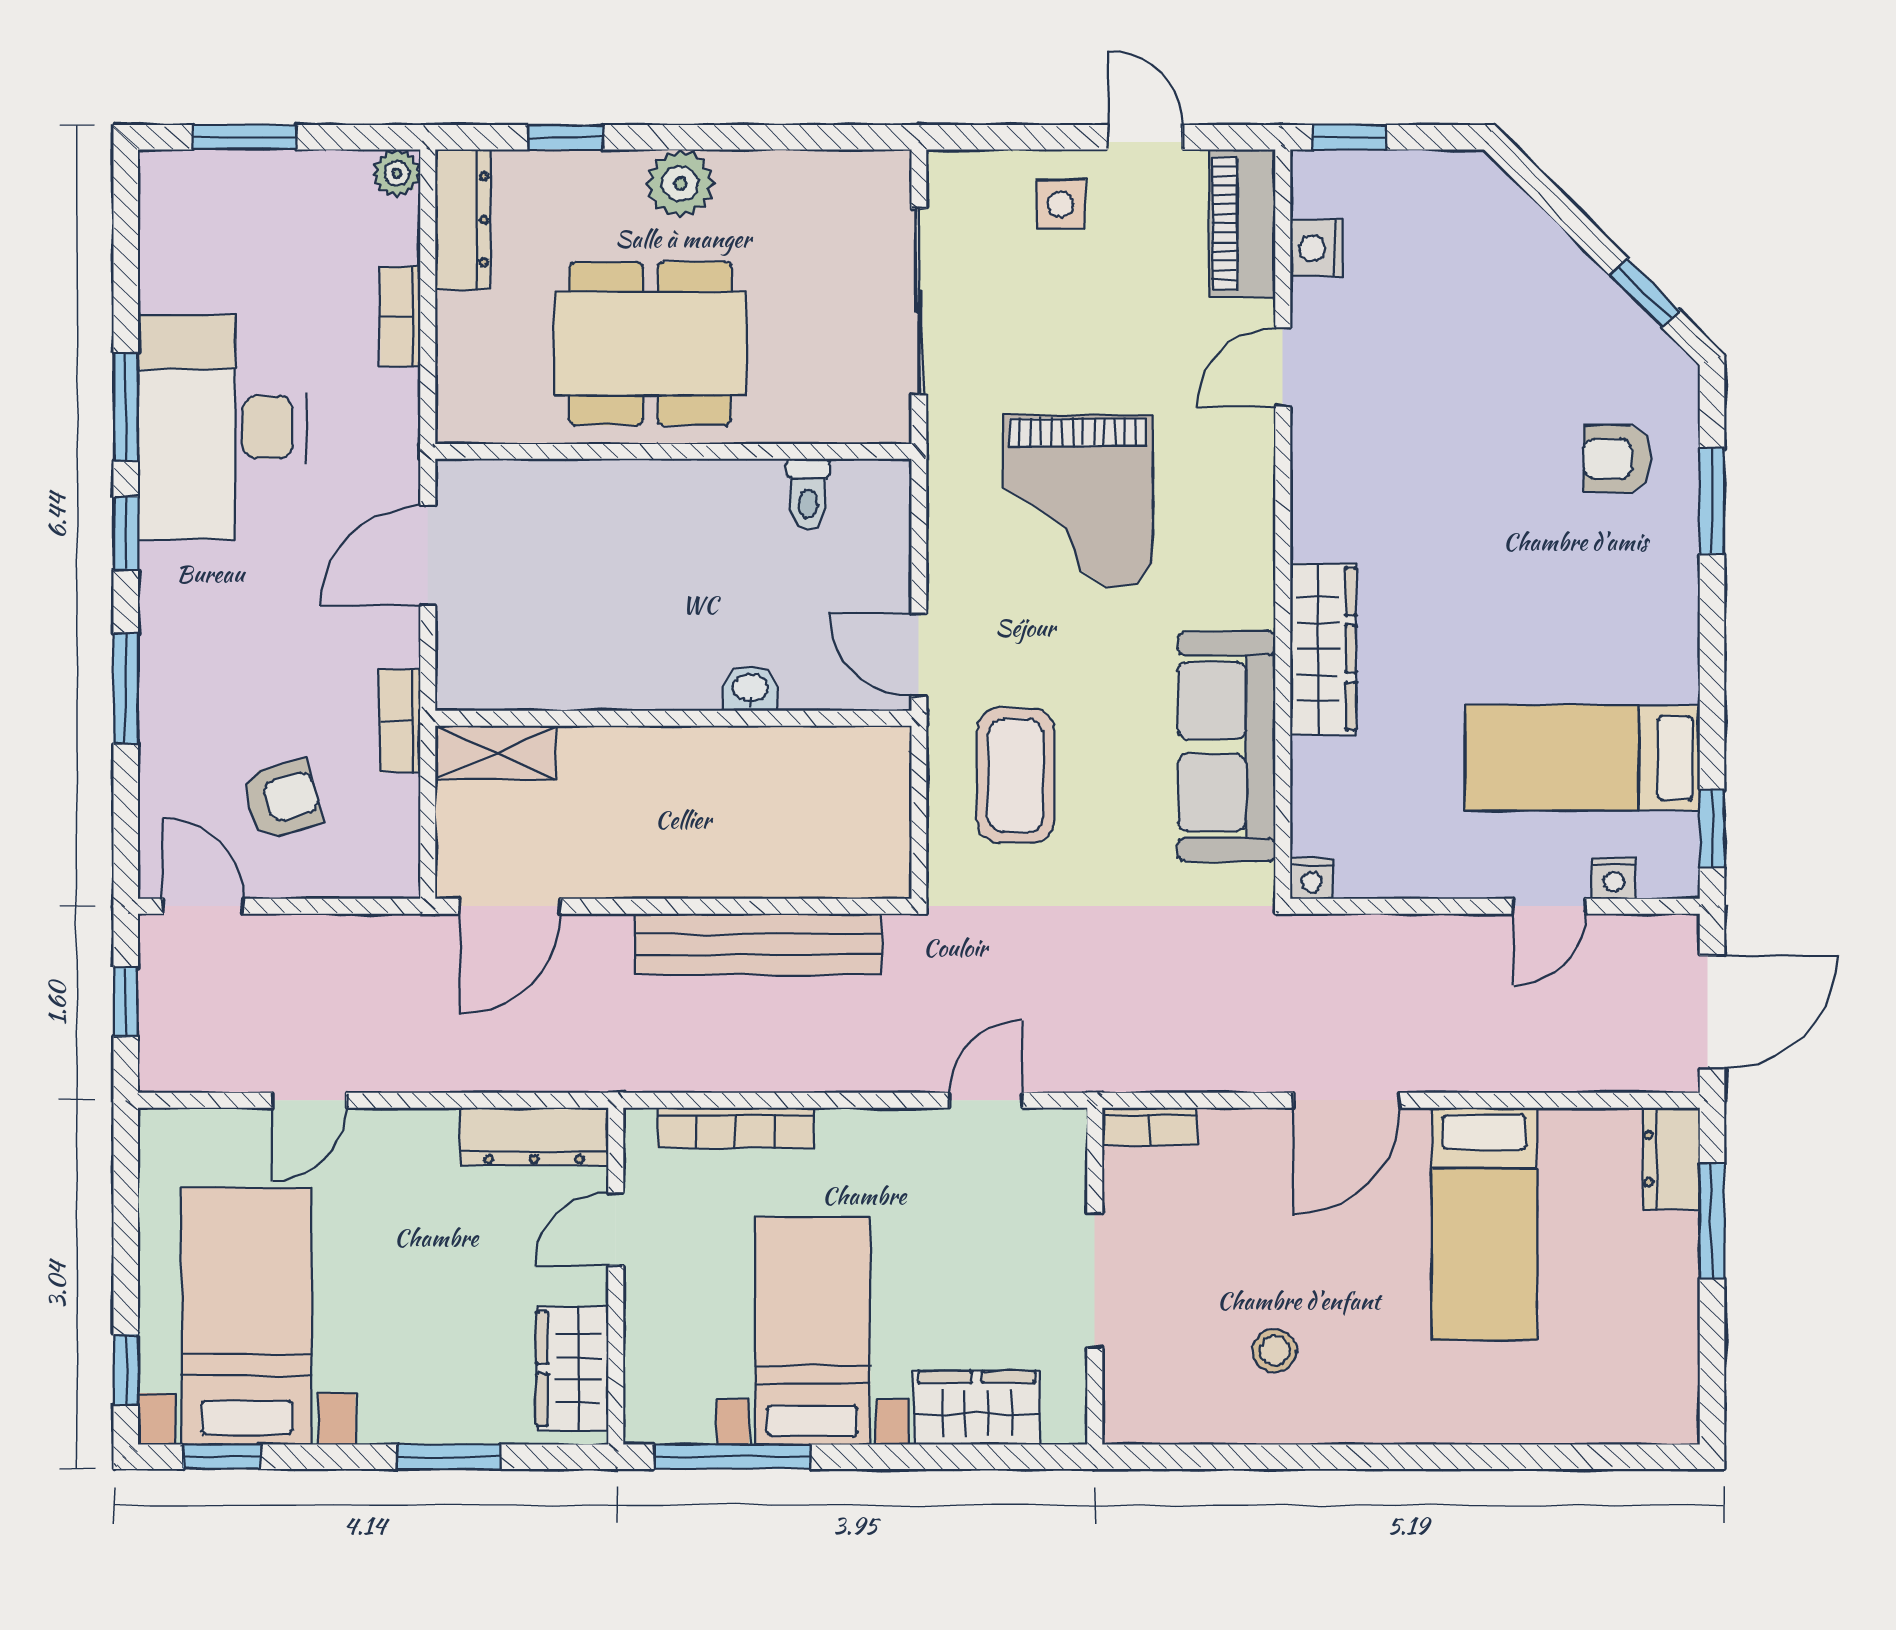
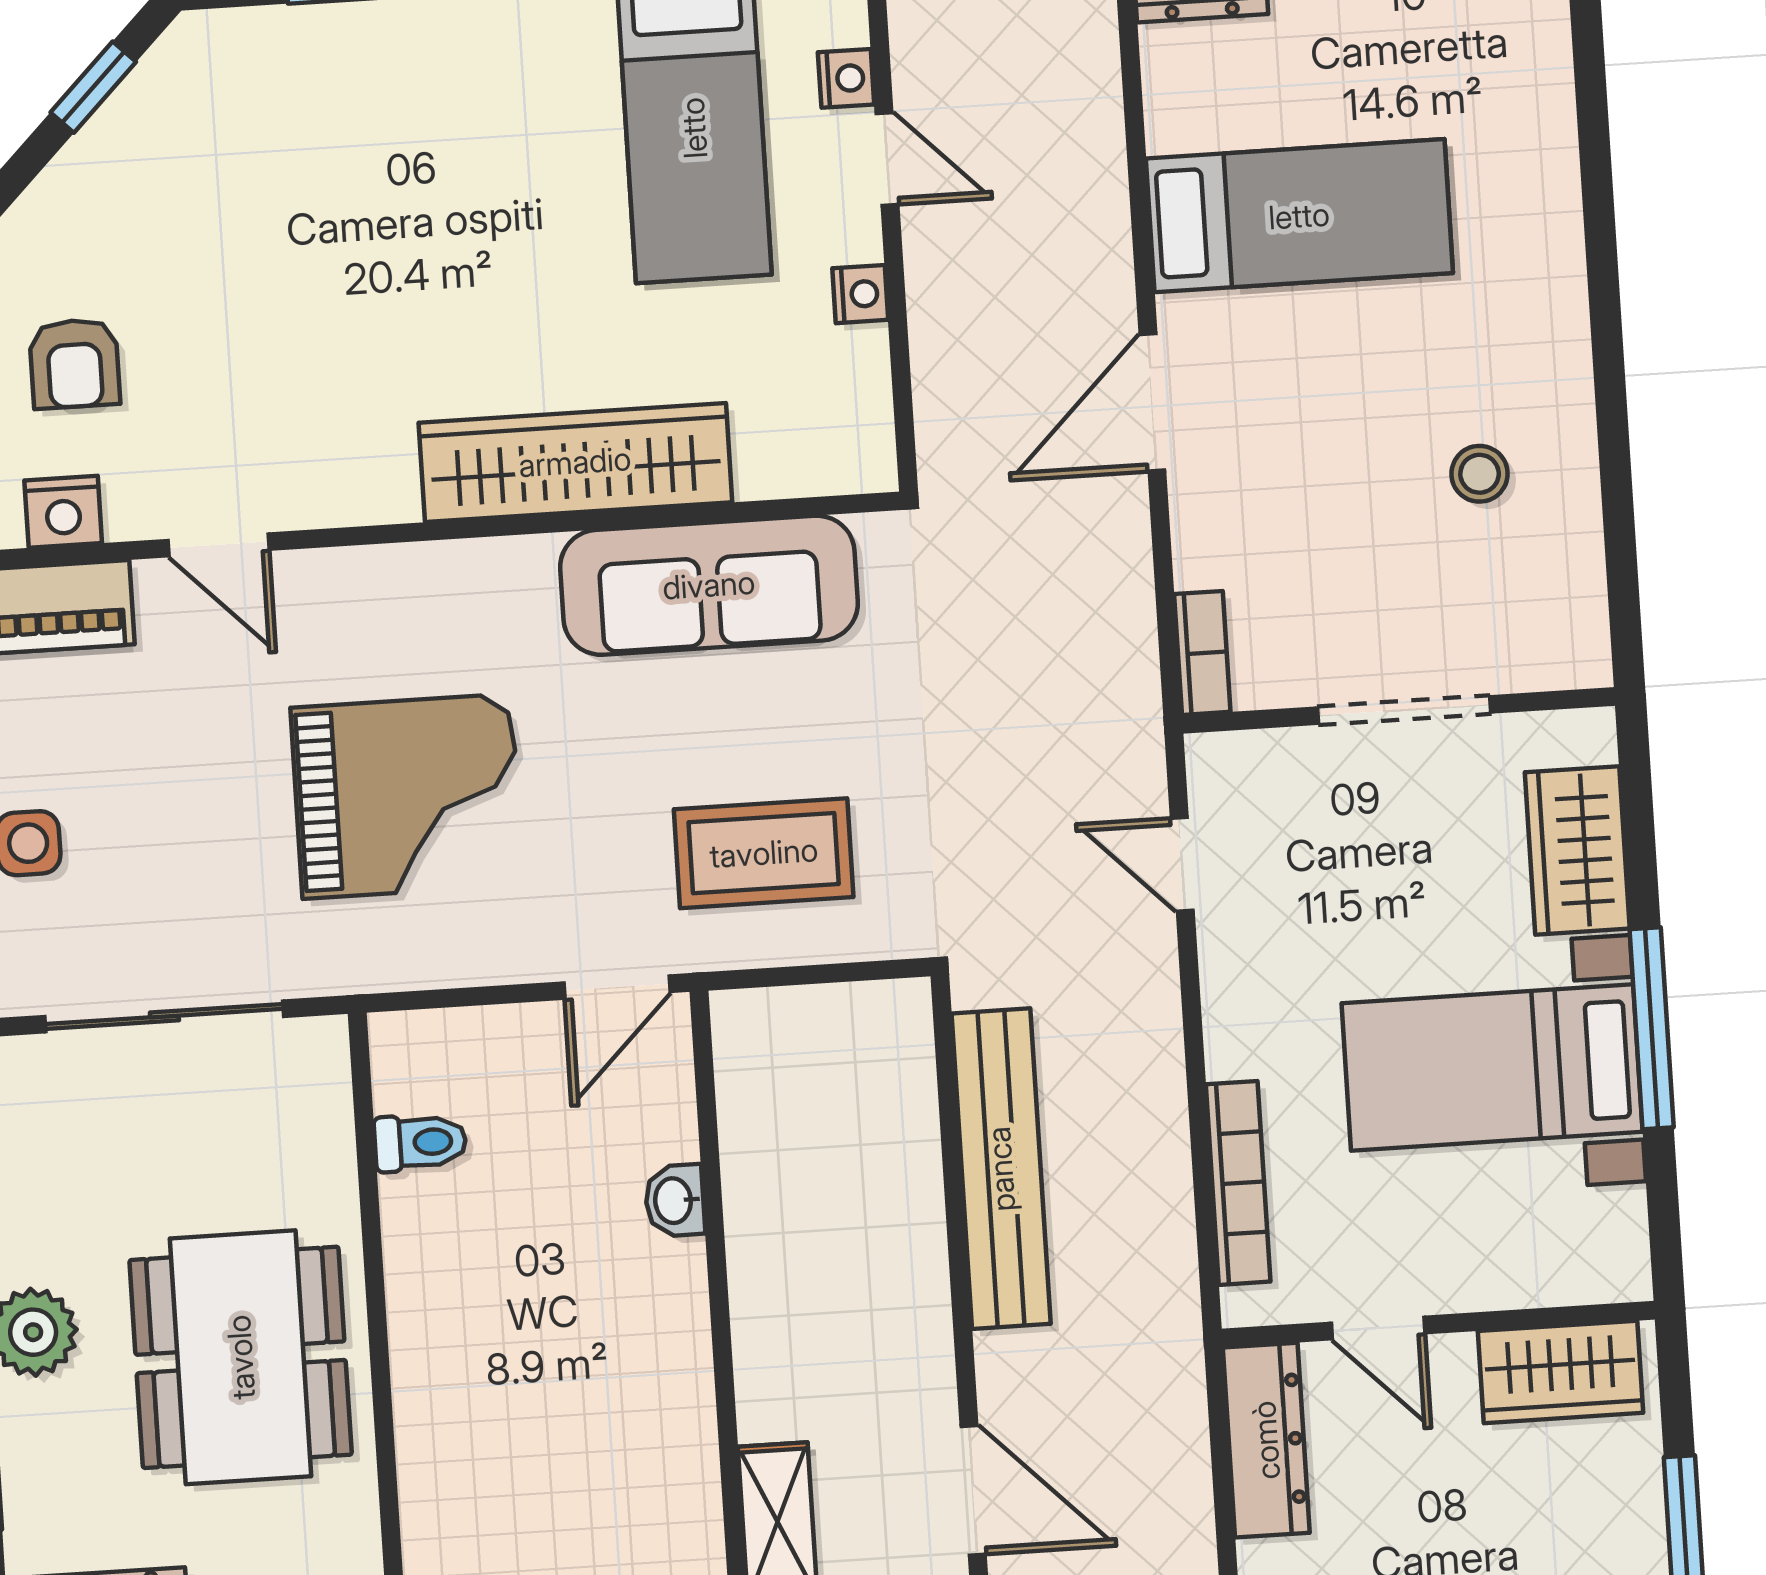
armchair: (1617, 459) -> (75, 364), moved
wardrobe: (1323, 649) -> (575, 462), width x1.40, depth x1.17
nightstand: (1312, 879) -> (860, 294), moved
door: (1347, 1100) -> (1152, 402), swing flipped
window: (732, 1457) -> (1652, 1028), moved

